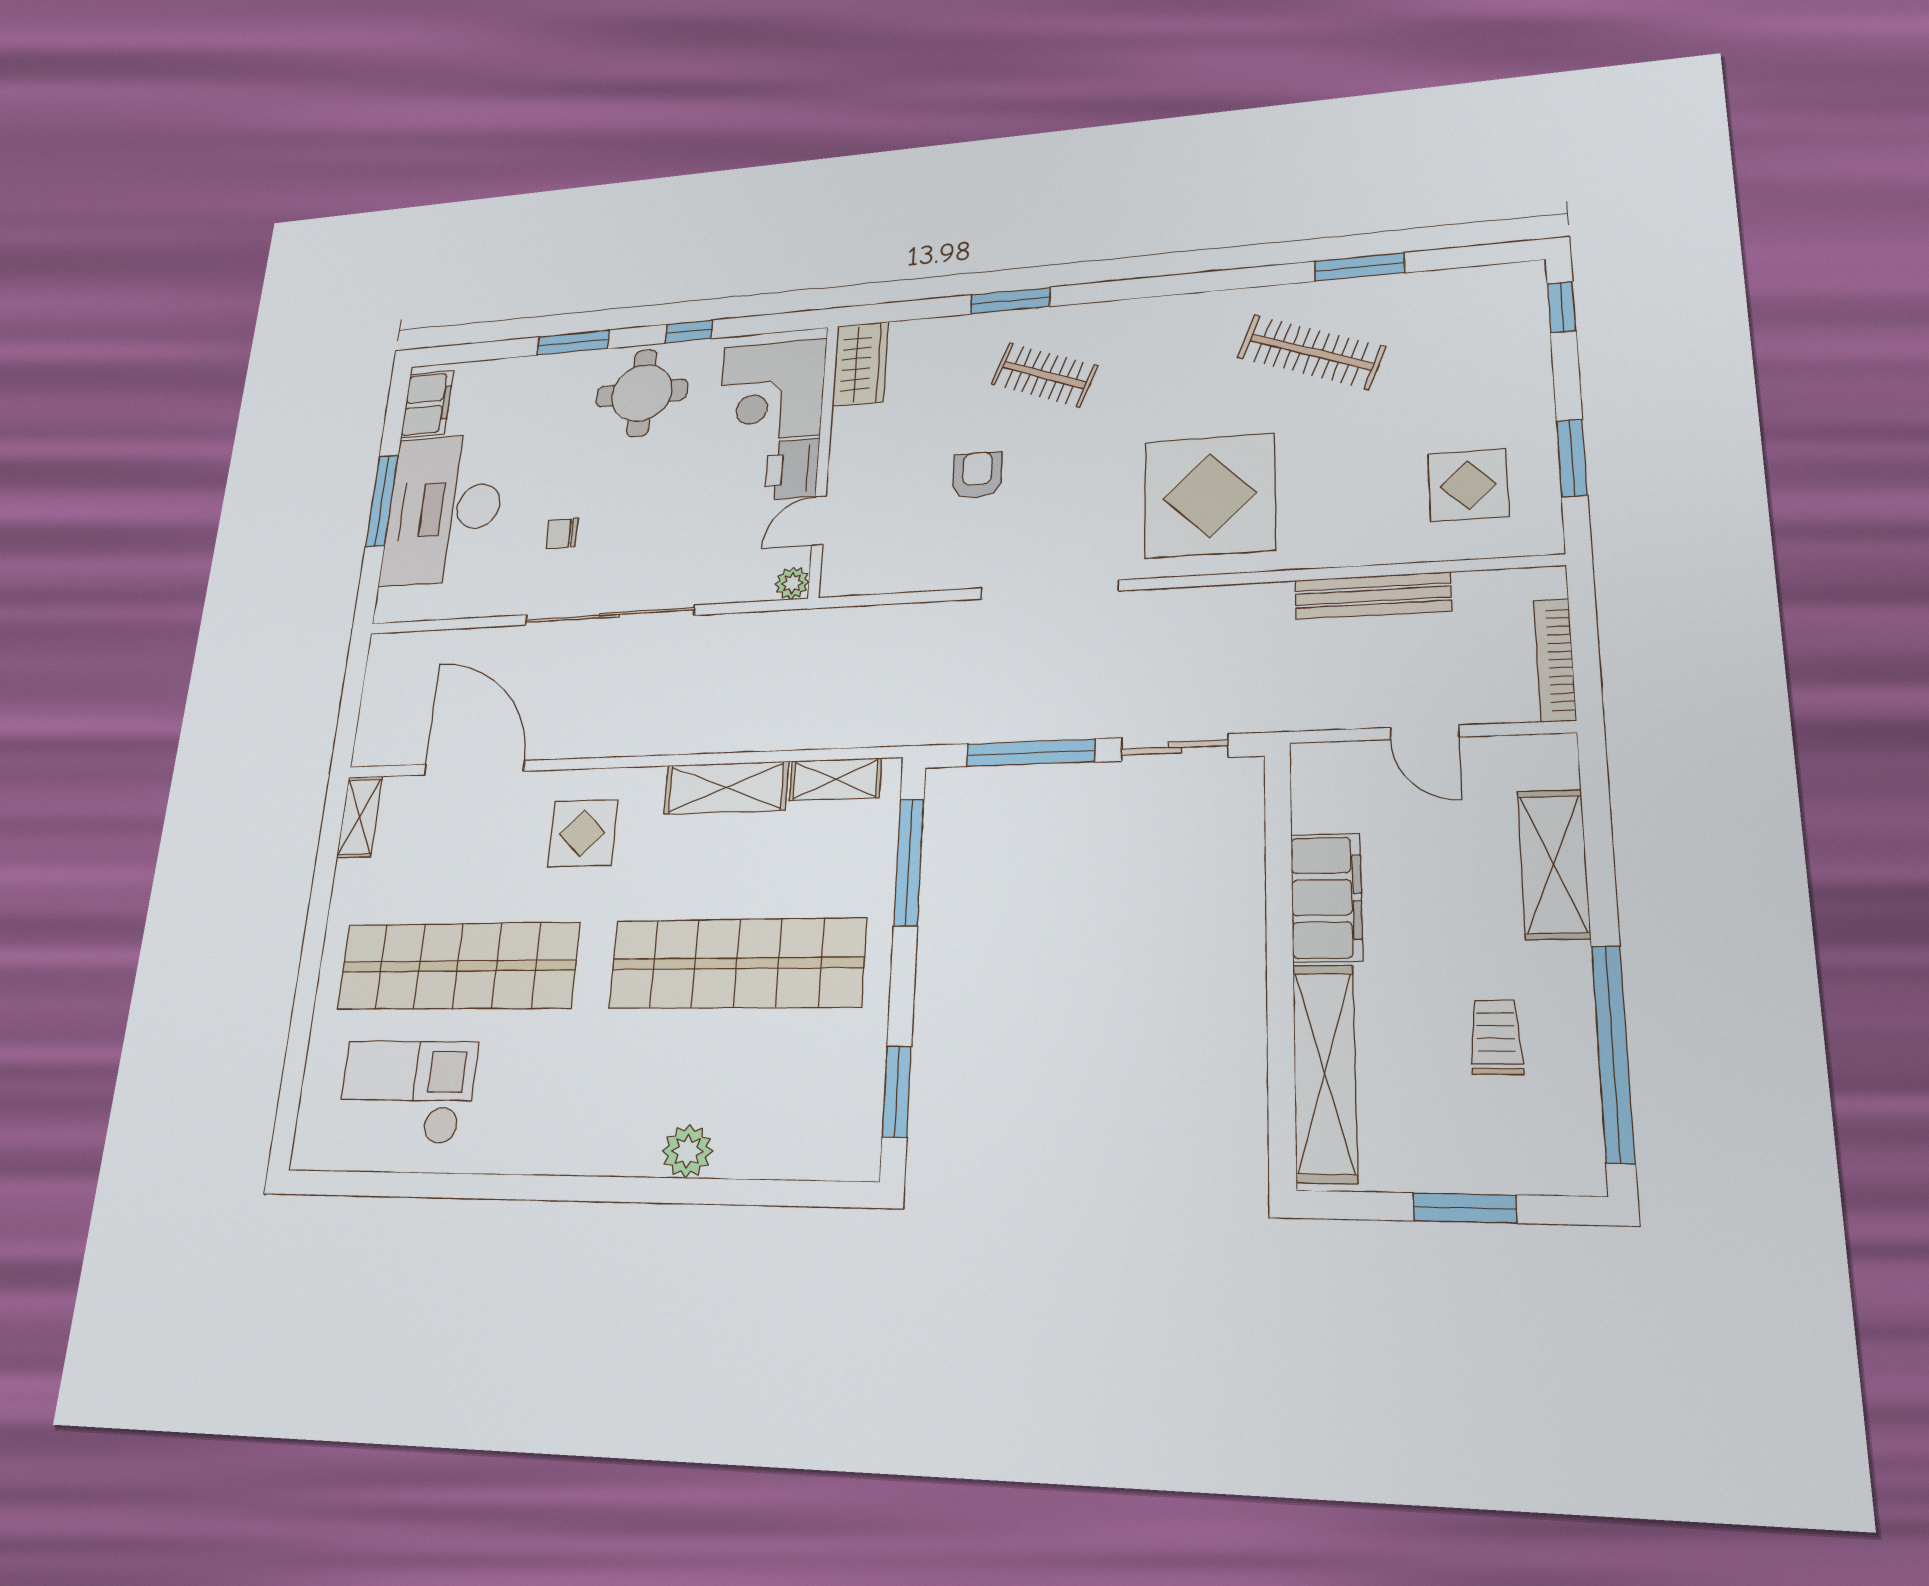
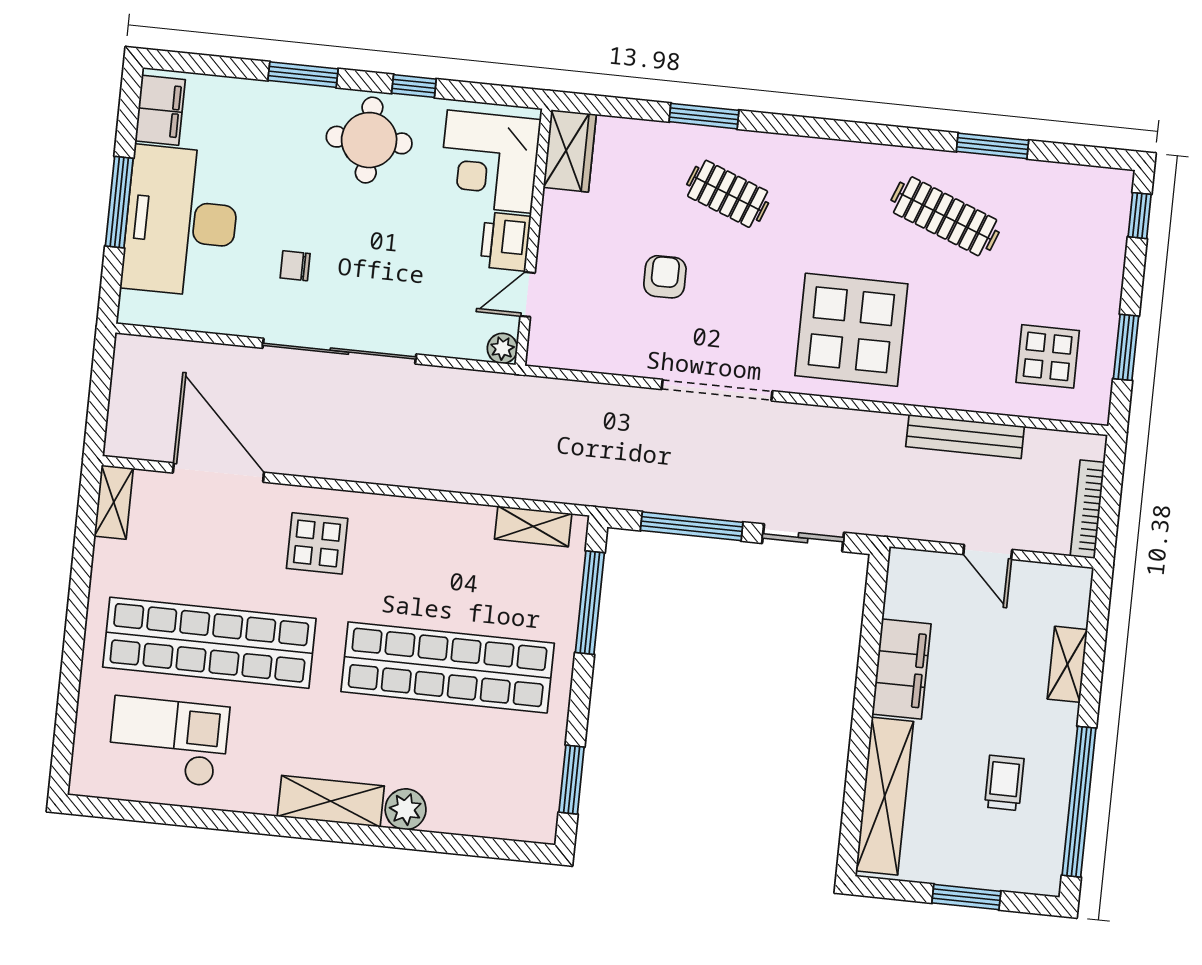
shelving: (726, 788) -> (331, 801), moved
shelving: (1554, 864) -> (1067, 664), width x0.67, depth x0.75

